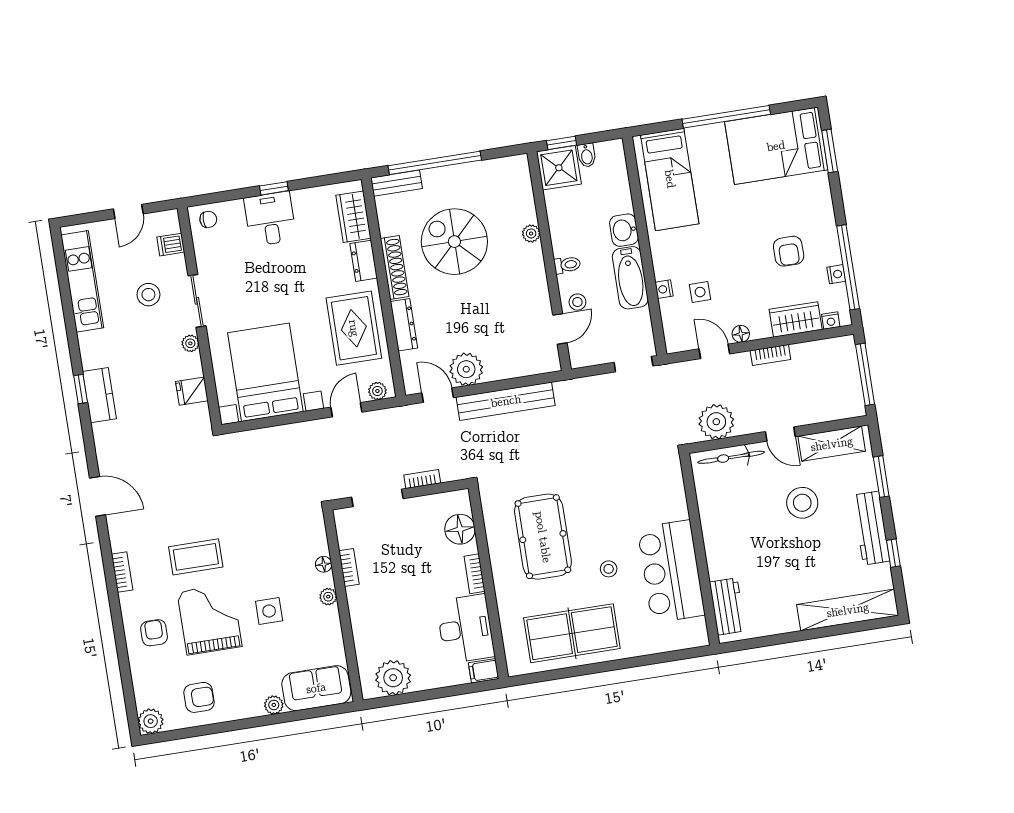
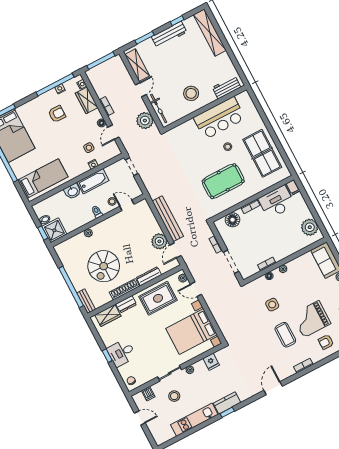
kitchen unit: (82, 281) -> (194, 420), moved
stool: (802, 503) -> (191, 93), moved
side table: (269, 611) -> (272, 305), moved

